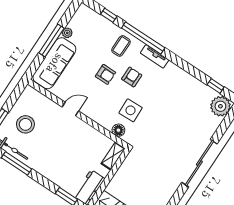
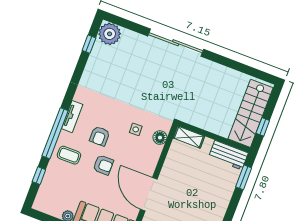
armchair: (105, 74) -> (103, 165), turned 90
armchair: (132, 77) -> (100, 136), turned -90
door: (70, 109) -> (149, 194), width x1.88
side table: (131, 110) -> (136, 129), width x0.54, depth x0.54

